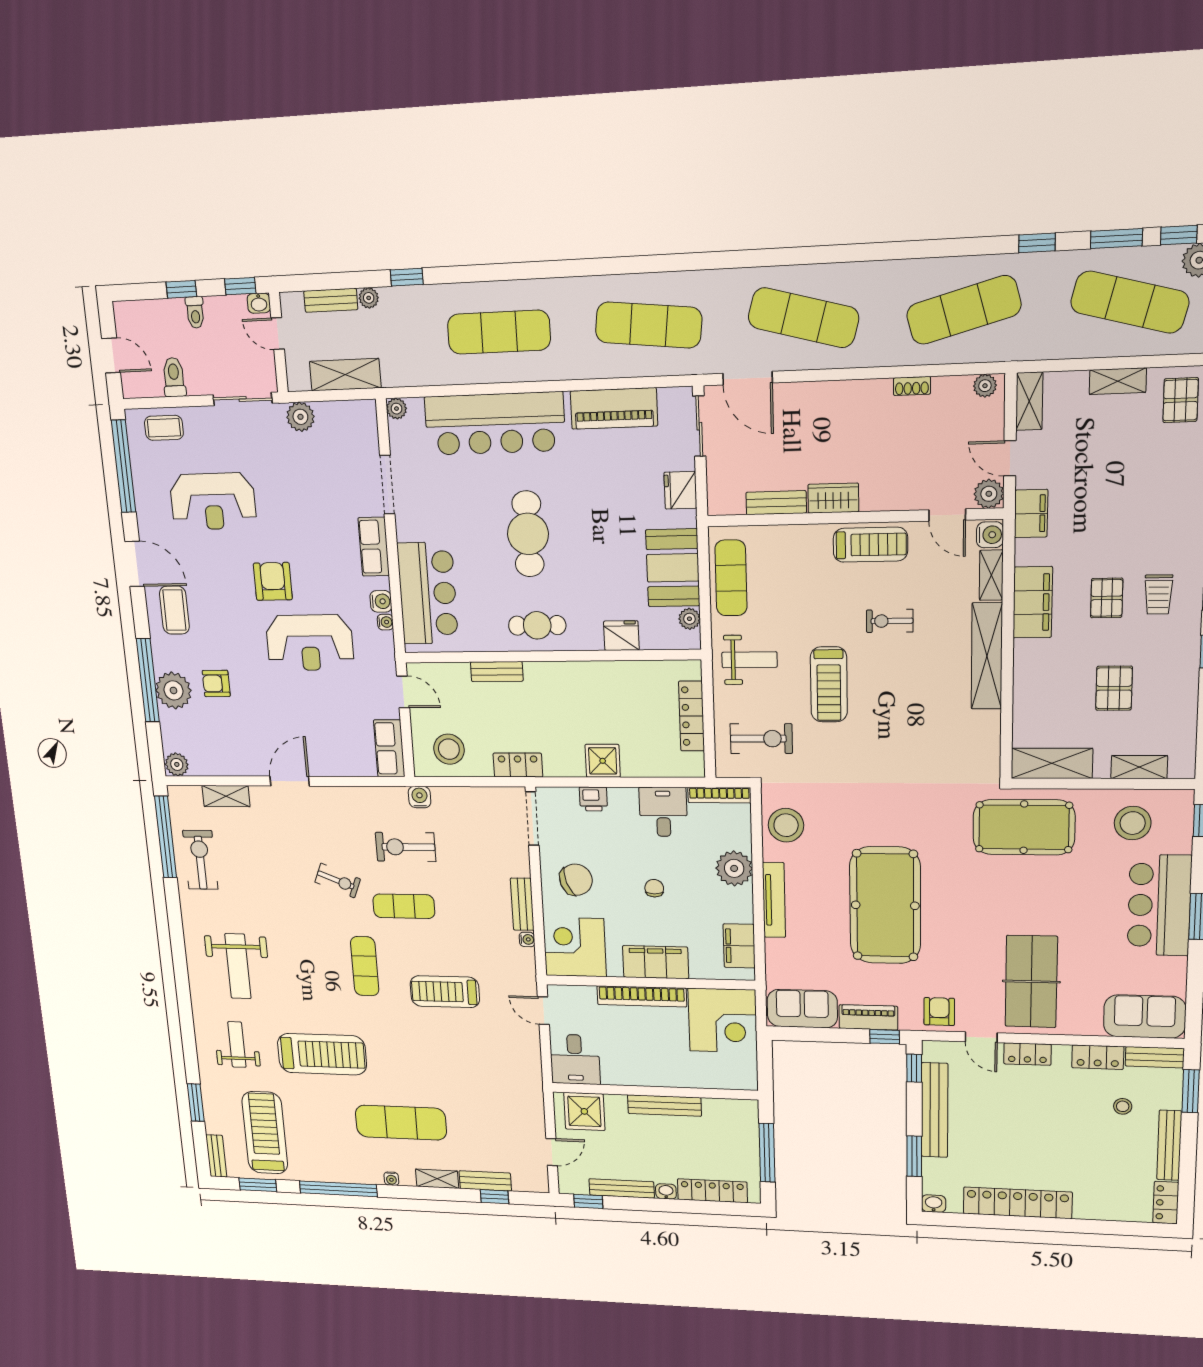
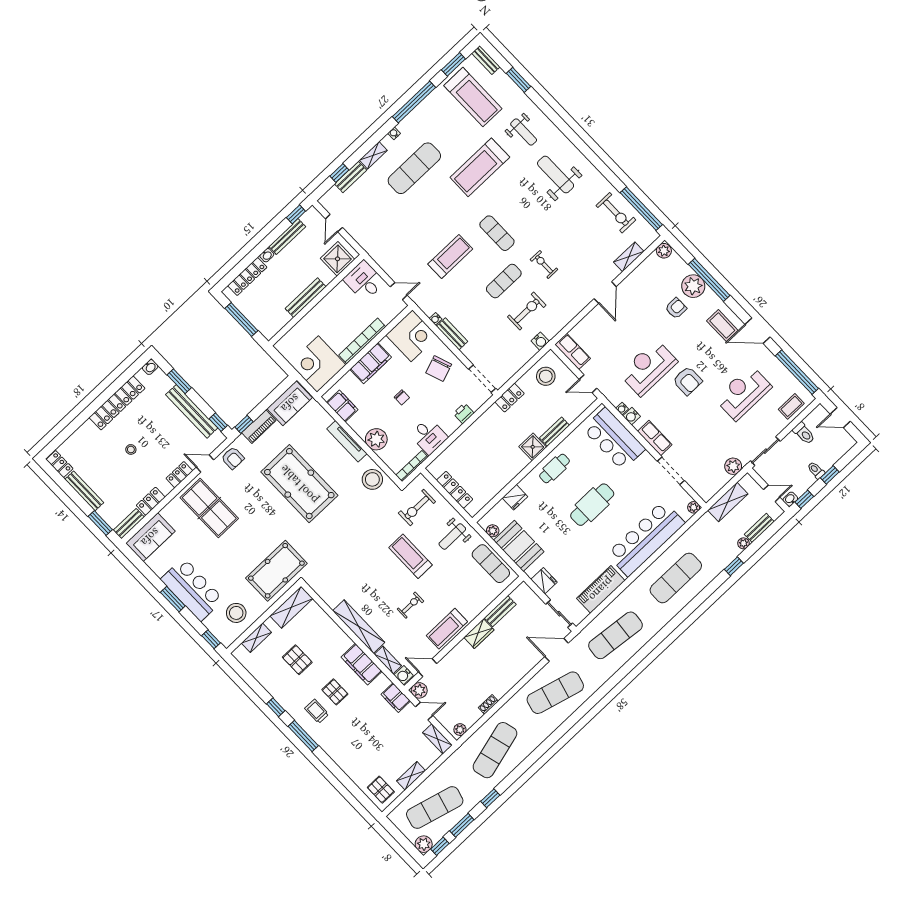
cafe table: (528, 534) -> (592, 505), turned 90
shower: (603, 761) -> (533, 447), moved
exercise bike: (338, 881) -> (544, 264), turned 68
stool: (1123, 1106) -> (131, 449), moved

